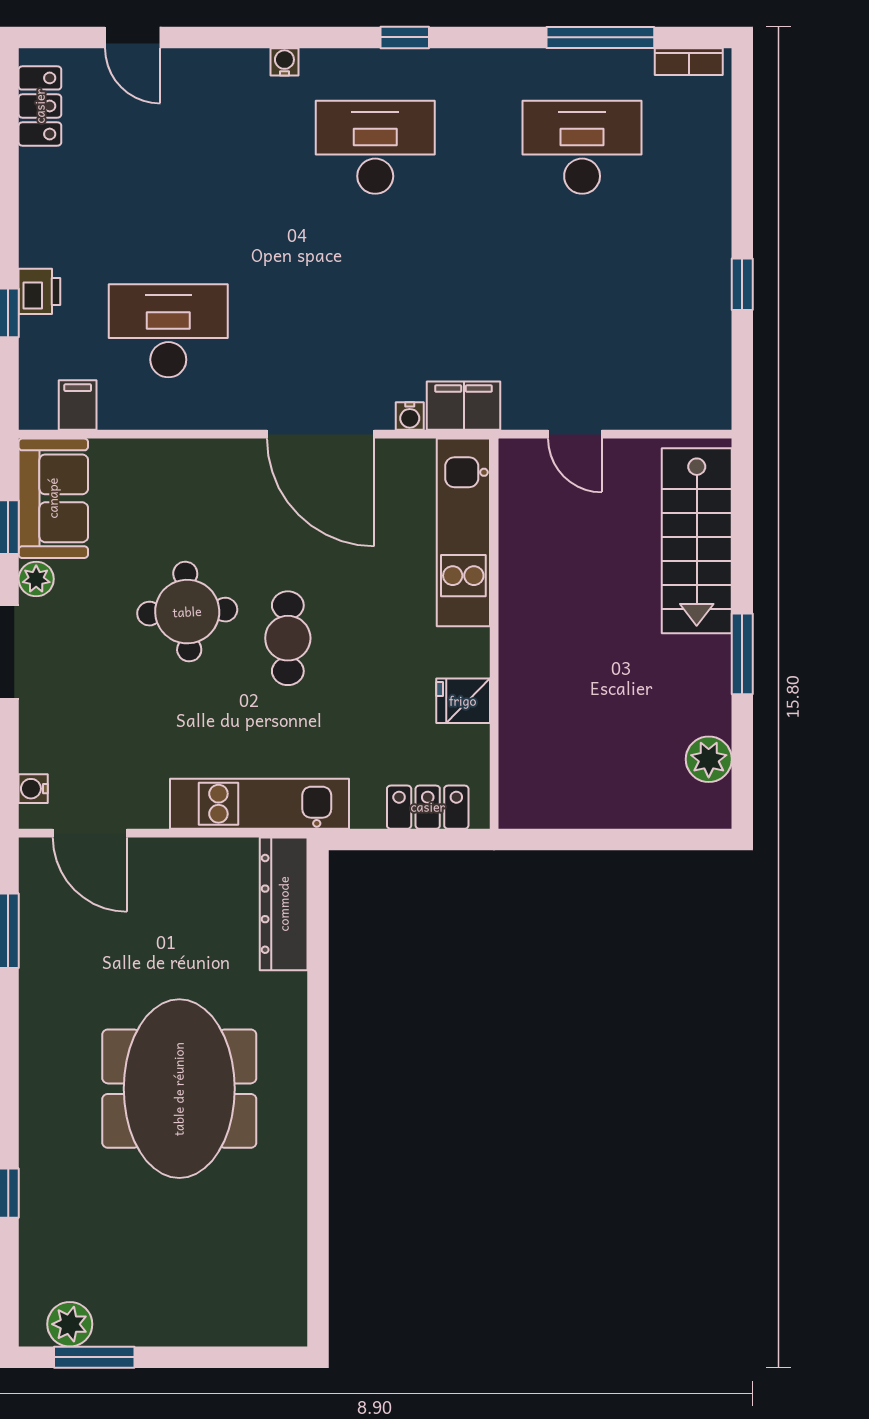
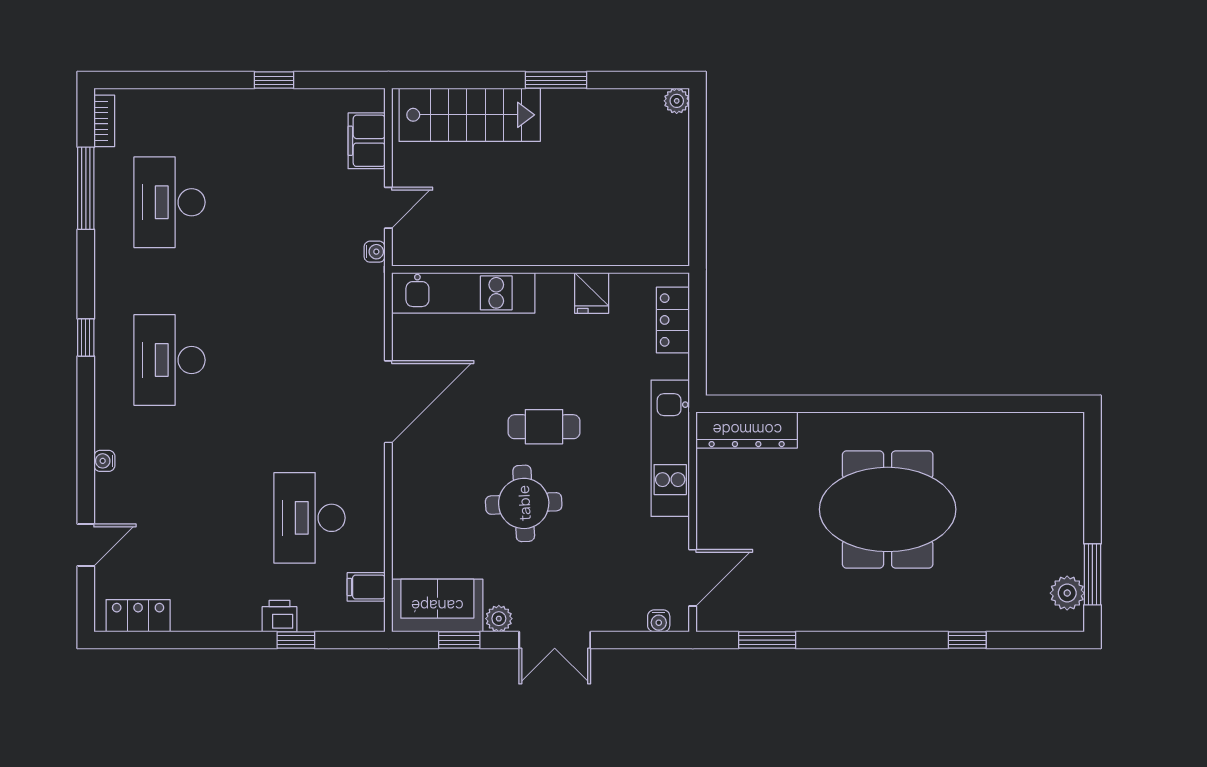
water cooler: (284, 62) -> (104, 461), moved
filing cabinet: (464, 406) -> (367, 141), moved
water cooler: (410, 416) -> (375, 252), moved
plant: (709, 759) -> (677, 101), moved, width x0.73, depth x0.73

